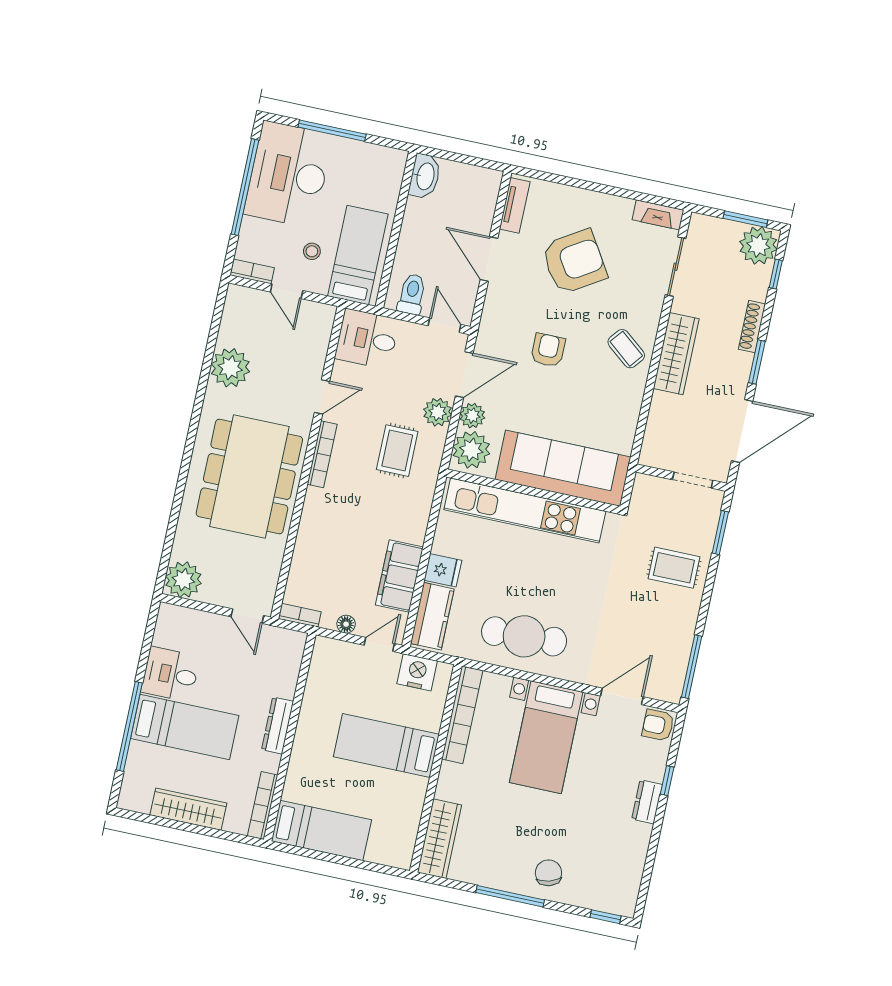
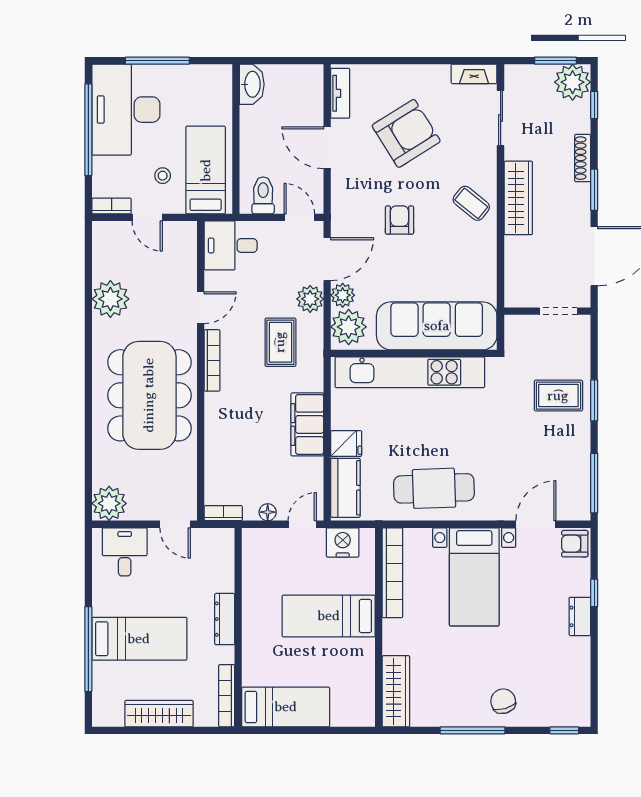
window: (720, 533) -> (594, 400), moved
filing cabinet: (399, 576) -> (307, 424), moved
desk: (170, 674) -> (125, 552), moved, turned 90

